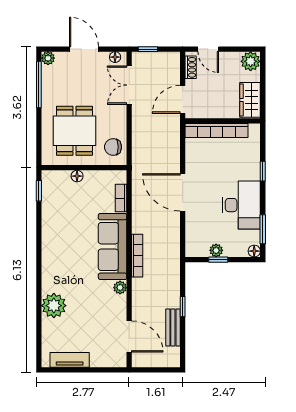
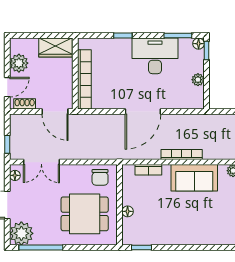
plant: (48, 58) -> (21, 233), width x1.88, depth x1.88
plant: (251, 61) -> (19, 63), moved
sofa: (113, 246) -> (194, 178), width x0.73
bookcase: (137, 256) -> (182, 155), moved
window: (218, 260) -> (207, 50), moved

